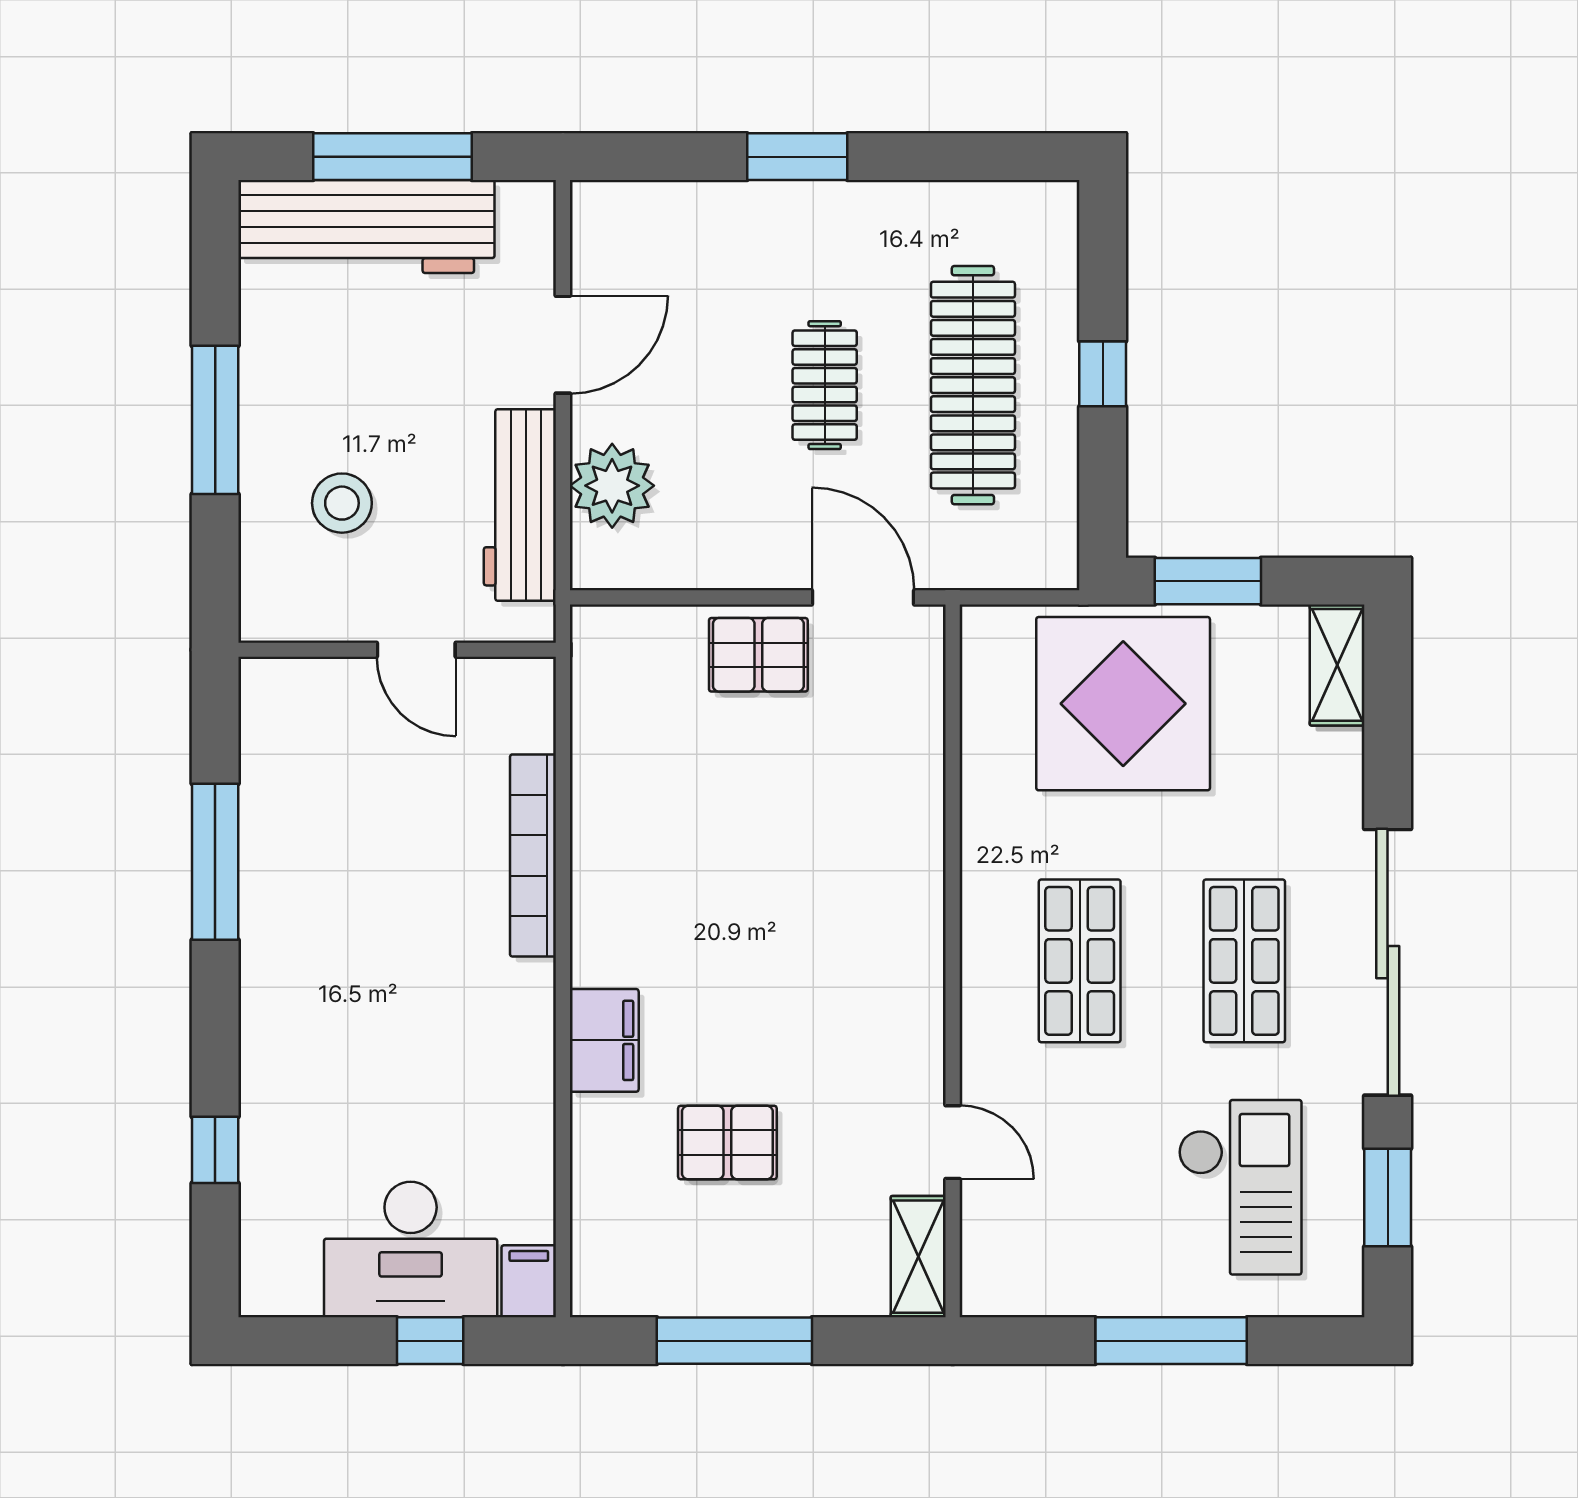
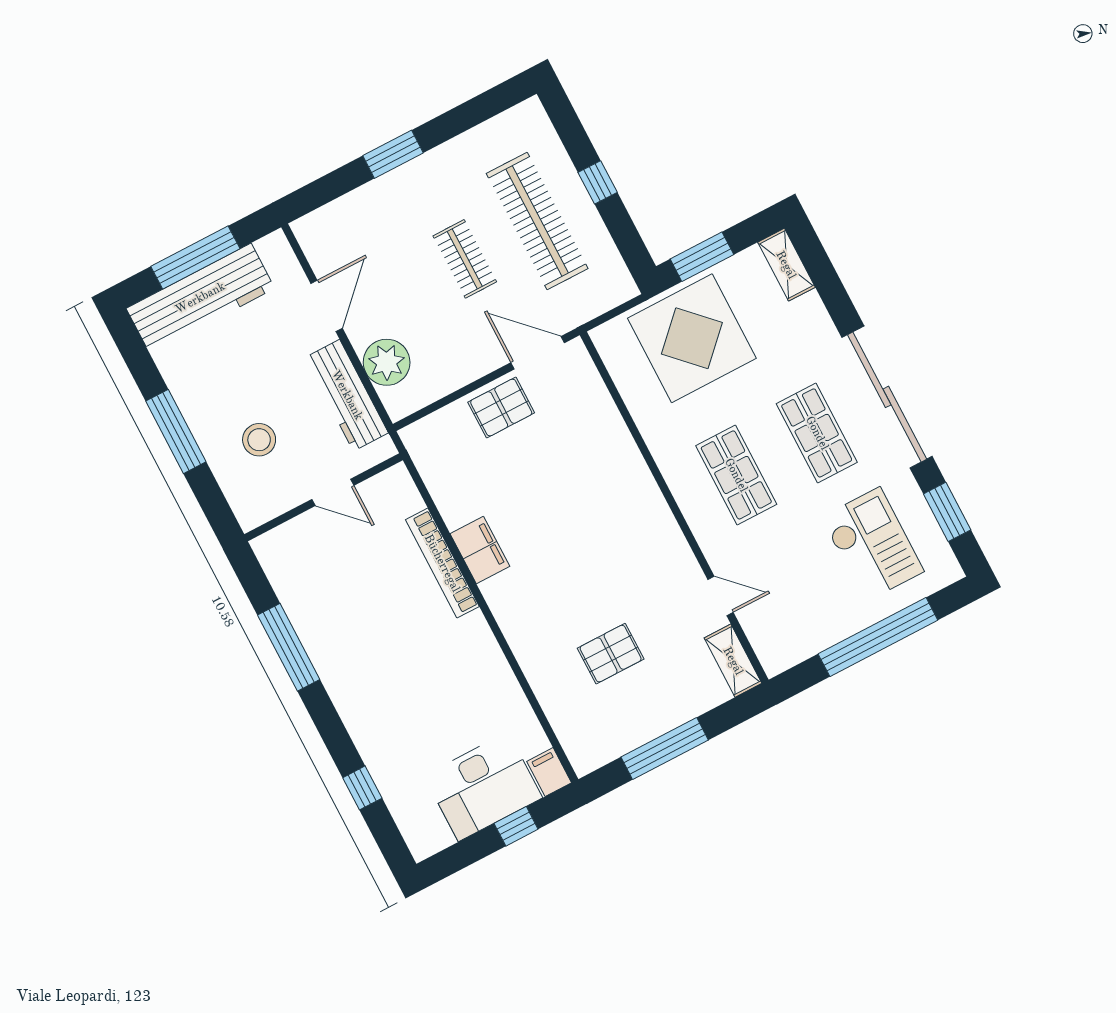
filing cabinet: (604, 1040) -> (480, 550), moved
window: (1171, 1341) -> (878, 637), width x1.46

